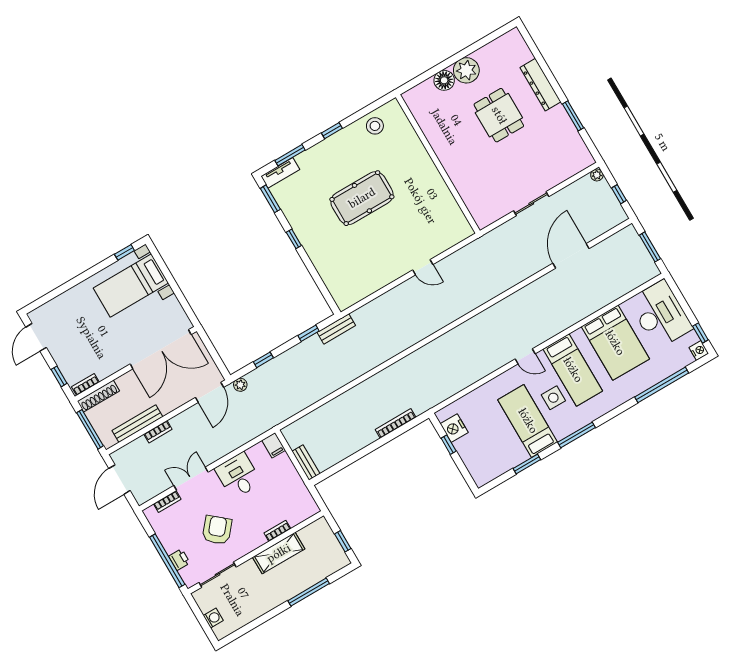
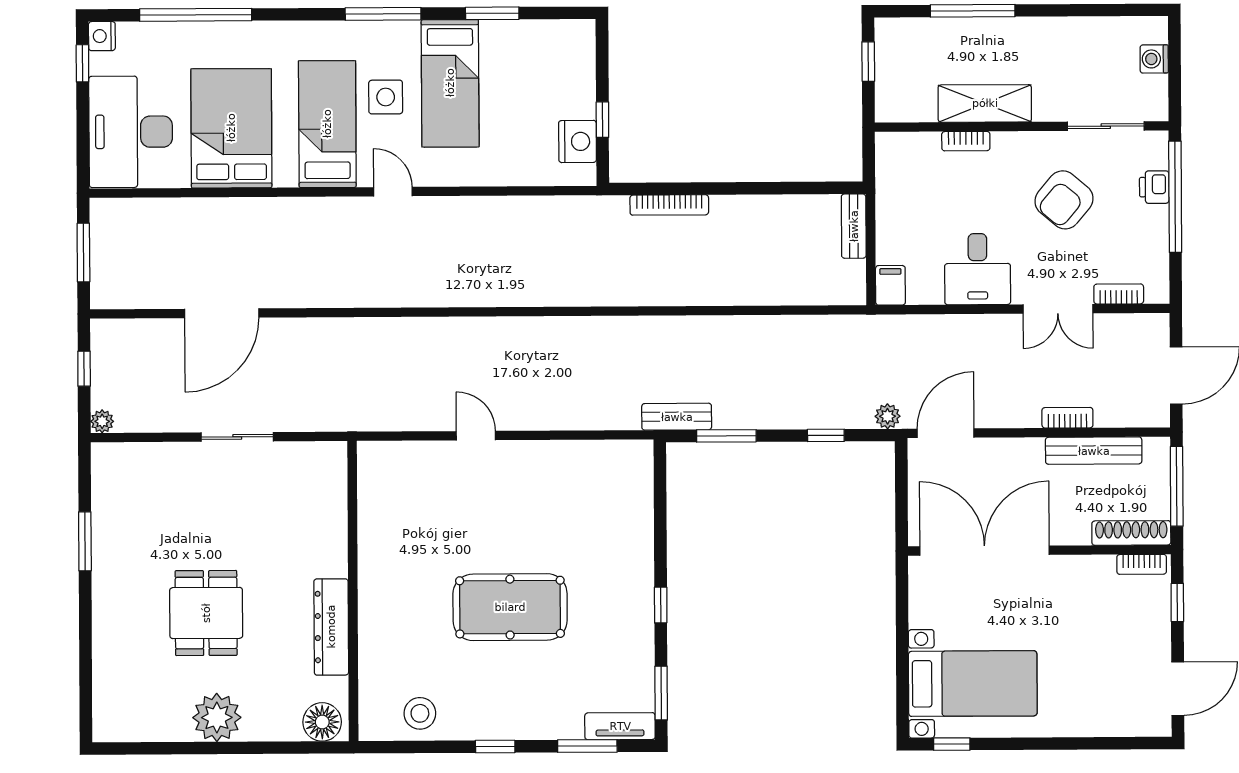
floor lamp: (444, 80) -> (322, 722), moved
dresser: (540, 85) -> (331, 627), moved, turned 180
window: (309, 333) -> (726, 436), width x1.50

